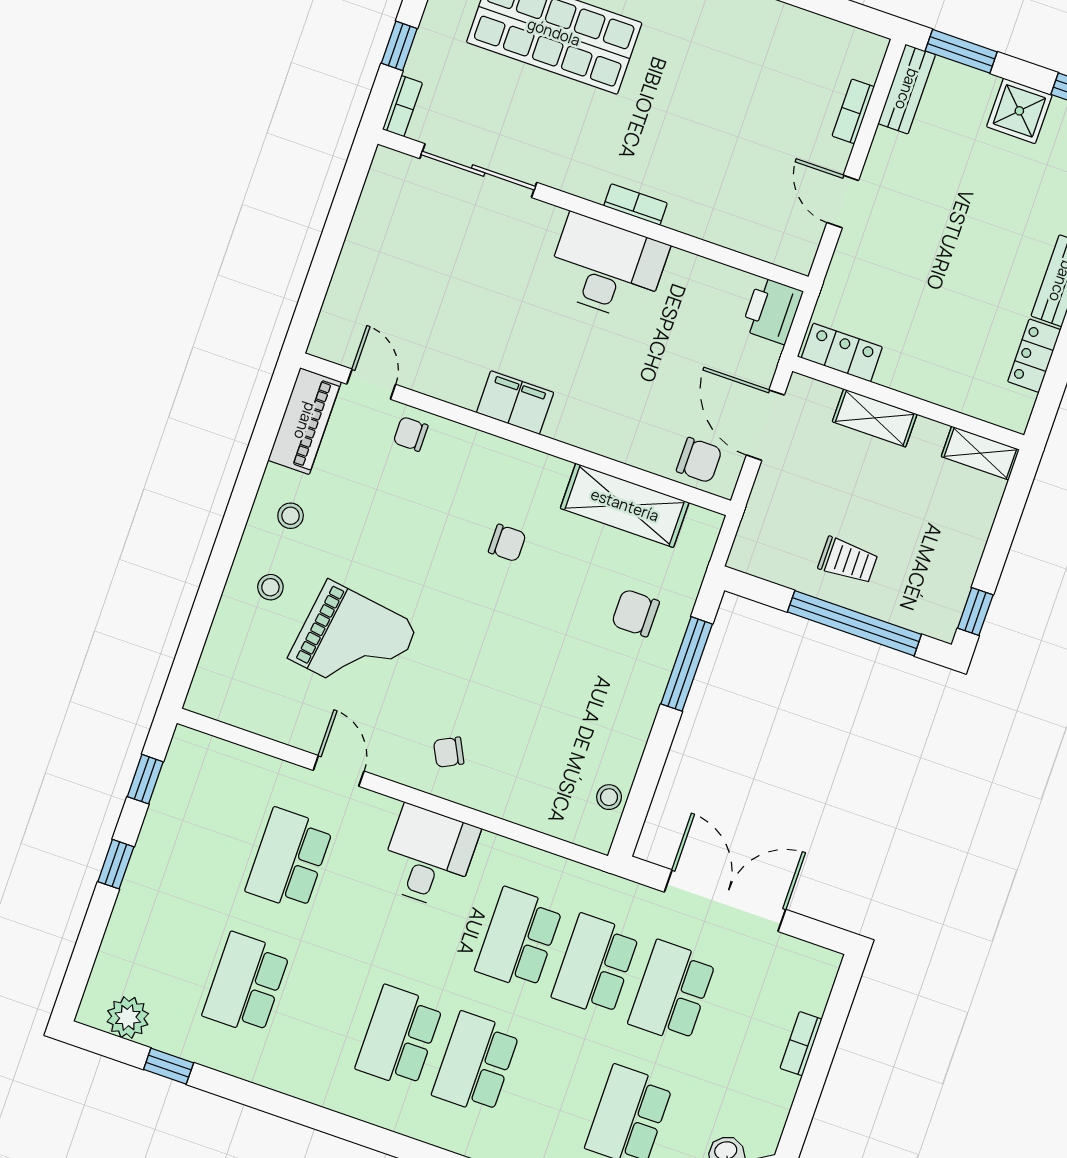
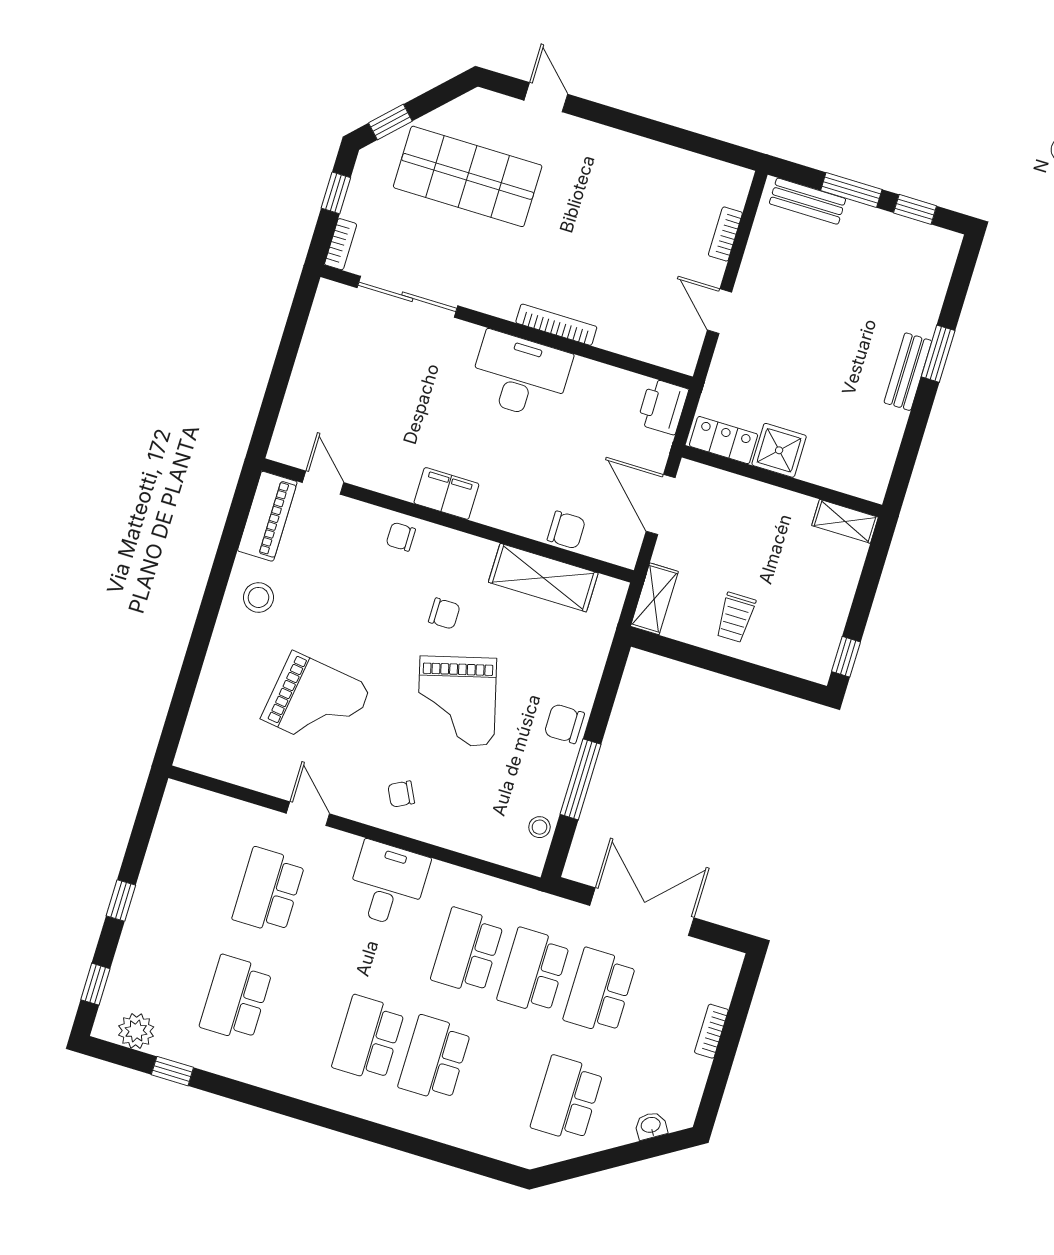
window: (961, 51) -> (851, 190), moved
bench: (907, 89) -> (807, 201), moved, turned 90
shower: (1019, 111) -> (779, 450), moved
bookcase: (636, 205) -> (556, 325), width x1.56
locker: (1034, 356) -> (888, 436), removed
shelving: (875, 418) -> (654, 599), moved, turned 90
chair: (411, 434) -> (401, 537), moved
chair: (699, 460) -> (566, 530), moved
stool: (291, 516) -> (258, 597), width x1.37, depth x1.37
trolley: (848, 561) -> (736, 617), turned 90
stool: (270, 587) -> (244, 659), removed
chair: (635, 613) -> (564, 724), moved
window: (854, 623) -> (743, 671), removed
grand piano: (518, 646) -> (457, 701), added
window: (687, 664) -> (581, 779), moved
window: (145, 779) -> (95, 984), moved

